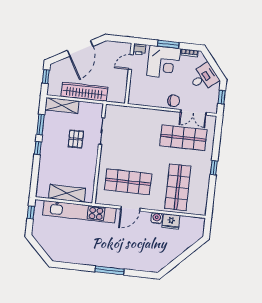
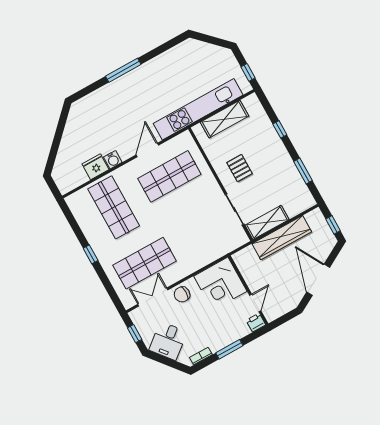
corner desk: (164, 62) -> (220, 284), moved, turned -90
shelving: (62, 105) -> (267, 222), moved
pallet: (76, 139) -> (240, 168), moved
window: (38, 148) -> (280, 129), moved

